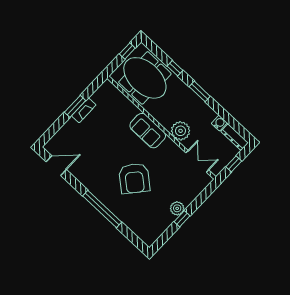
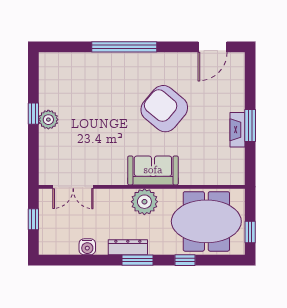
plant: (181, 131) -> (144, 202), moved
dresser: (235, 137) -> (128, 247), moved
armchair: (134, 178) -> (164, 109), moved

